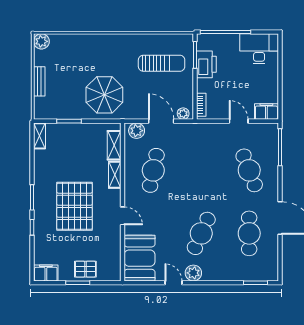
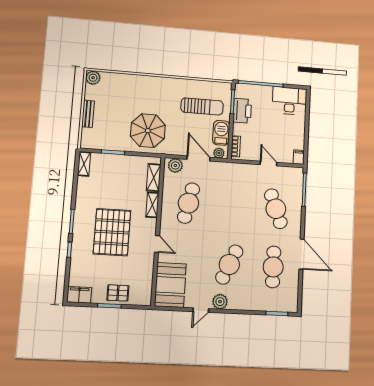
barbecue: (184, 91) -> (221, 133), added
filing cabinet: (266, 112) -> (299, 157), width x0.50
door: (173, 283) -> (201, 310), swing flipped

